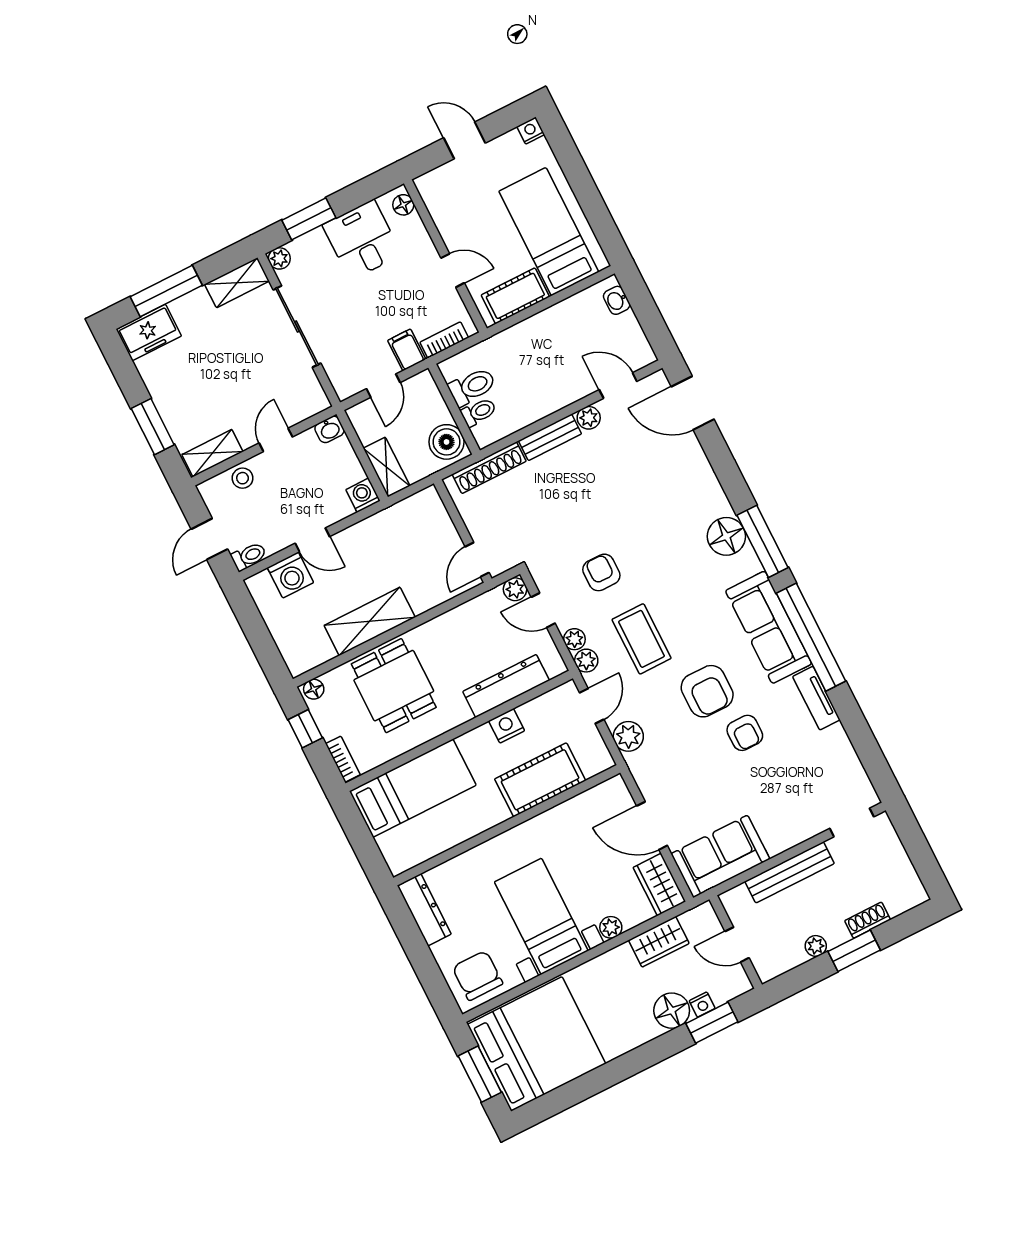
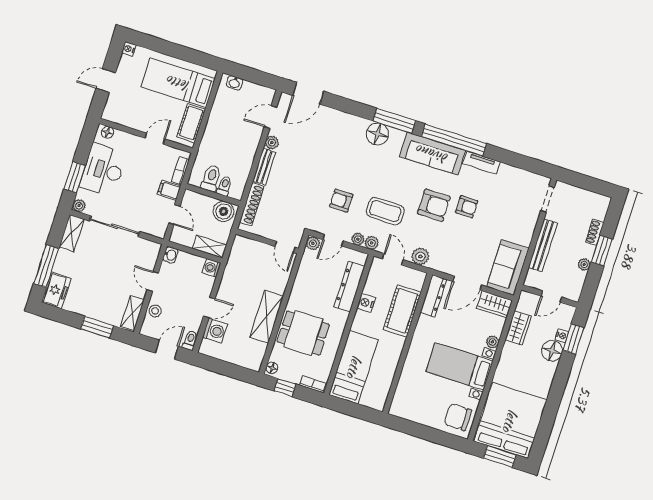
desk: (362, 240) -> (103, 170), width x1.37
door: (209, 539) -> (167, 350), swing flipped
dresser: (424, 910) -> (433, 296), moved, turned 90

